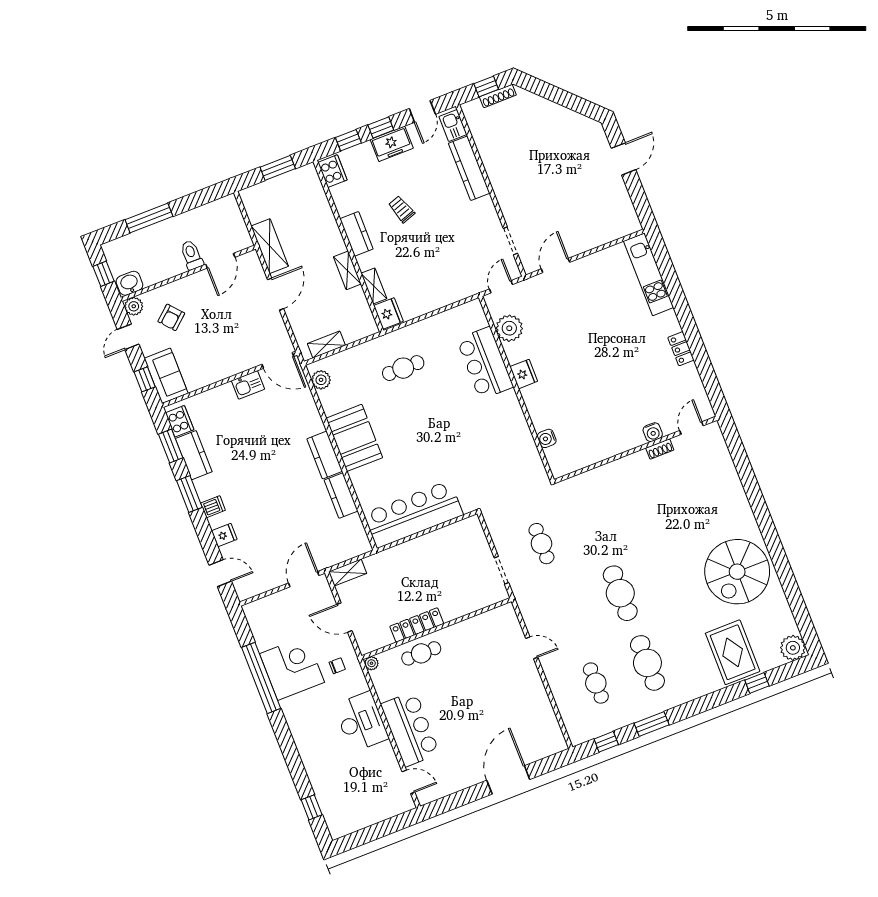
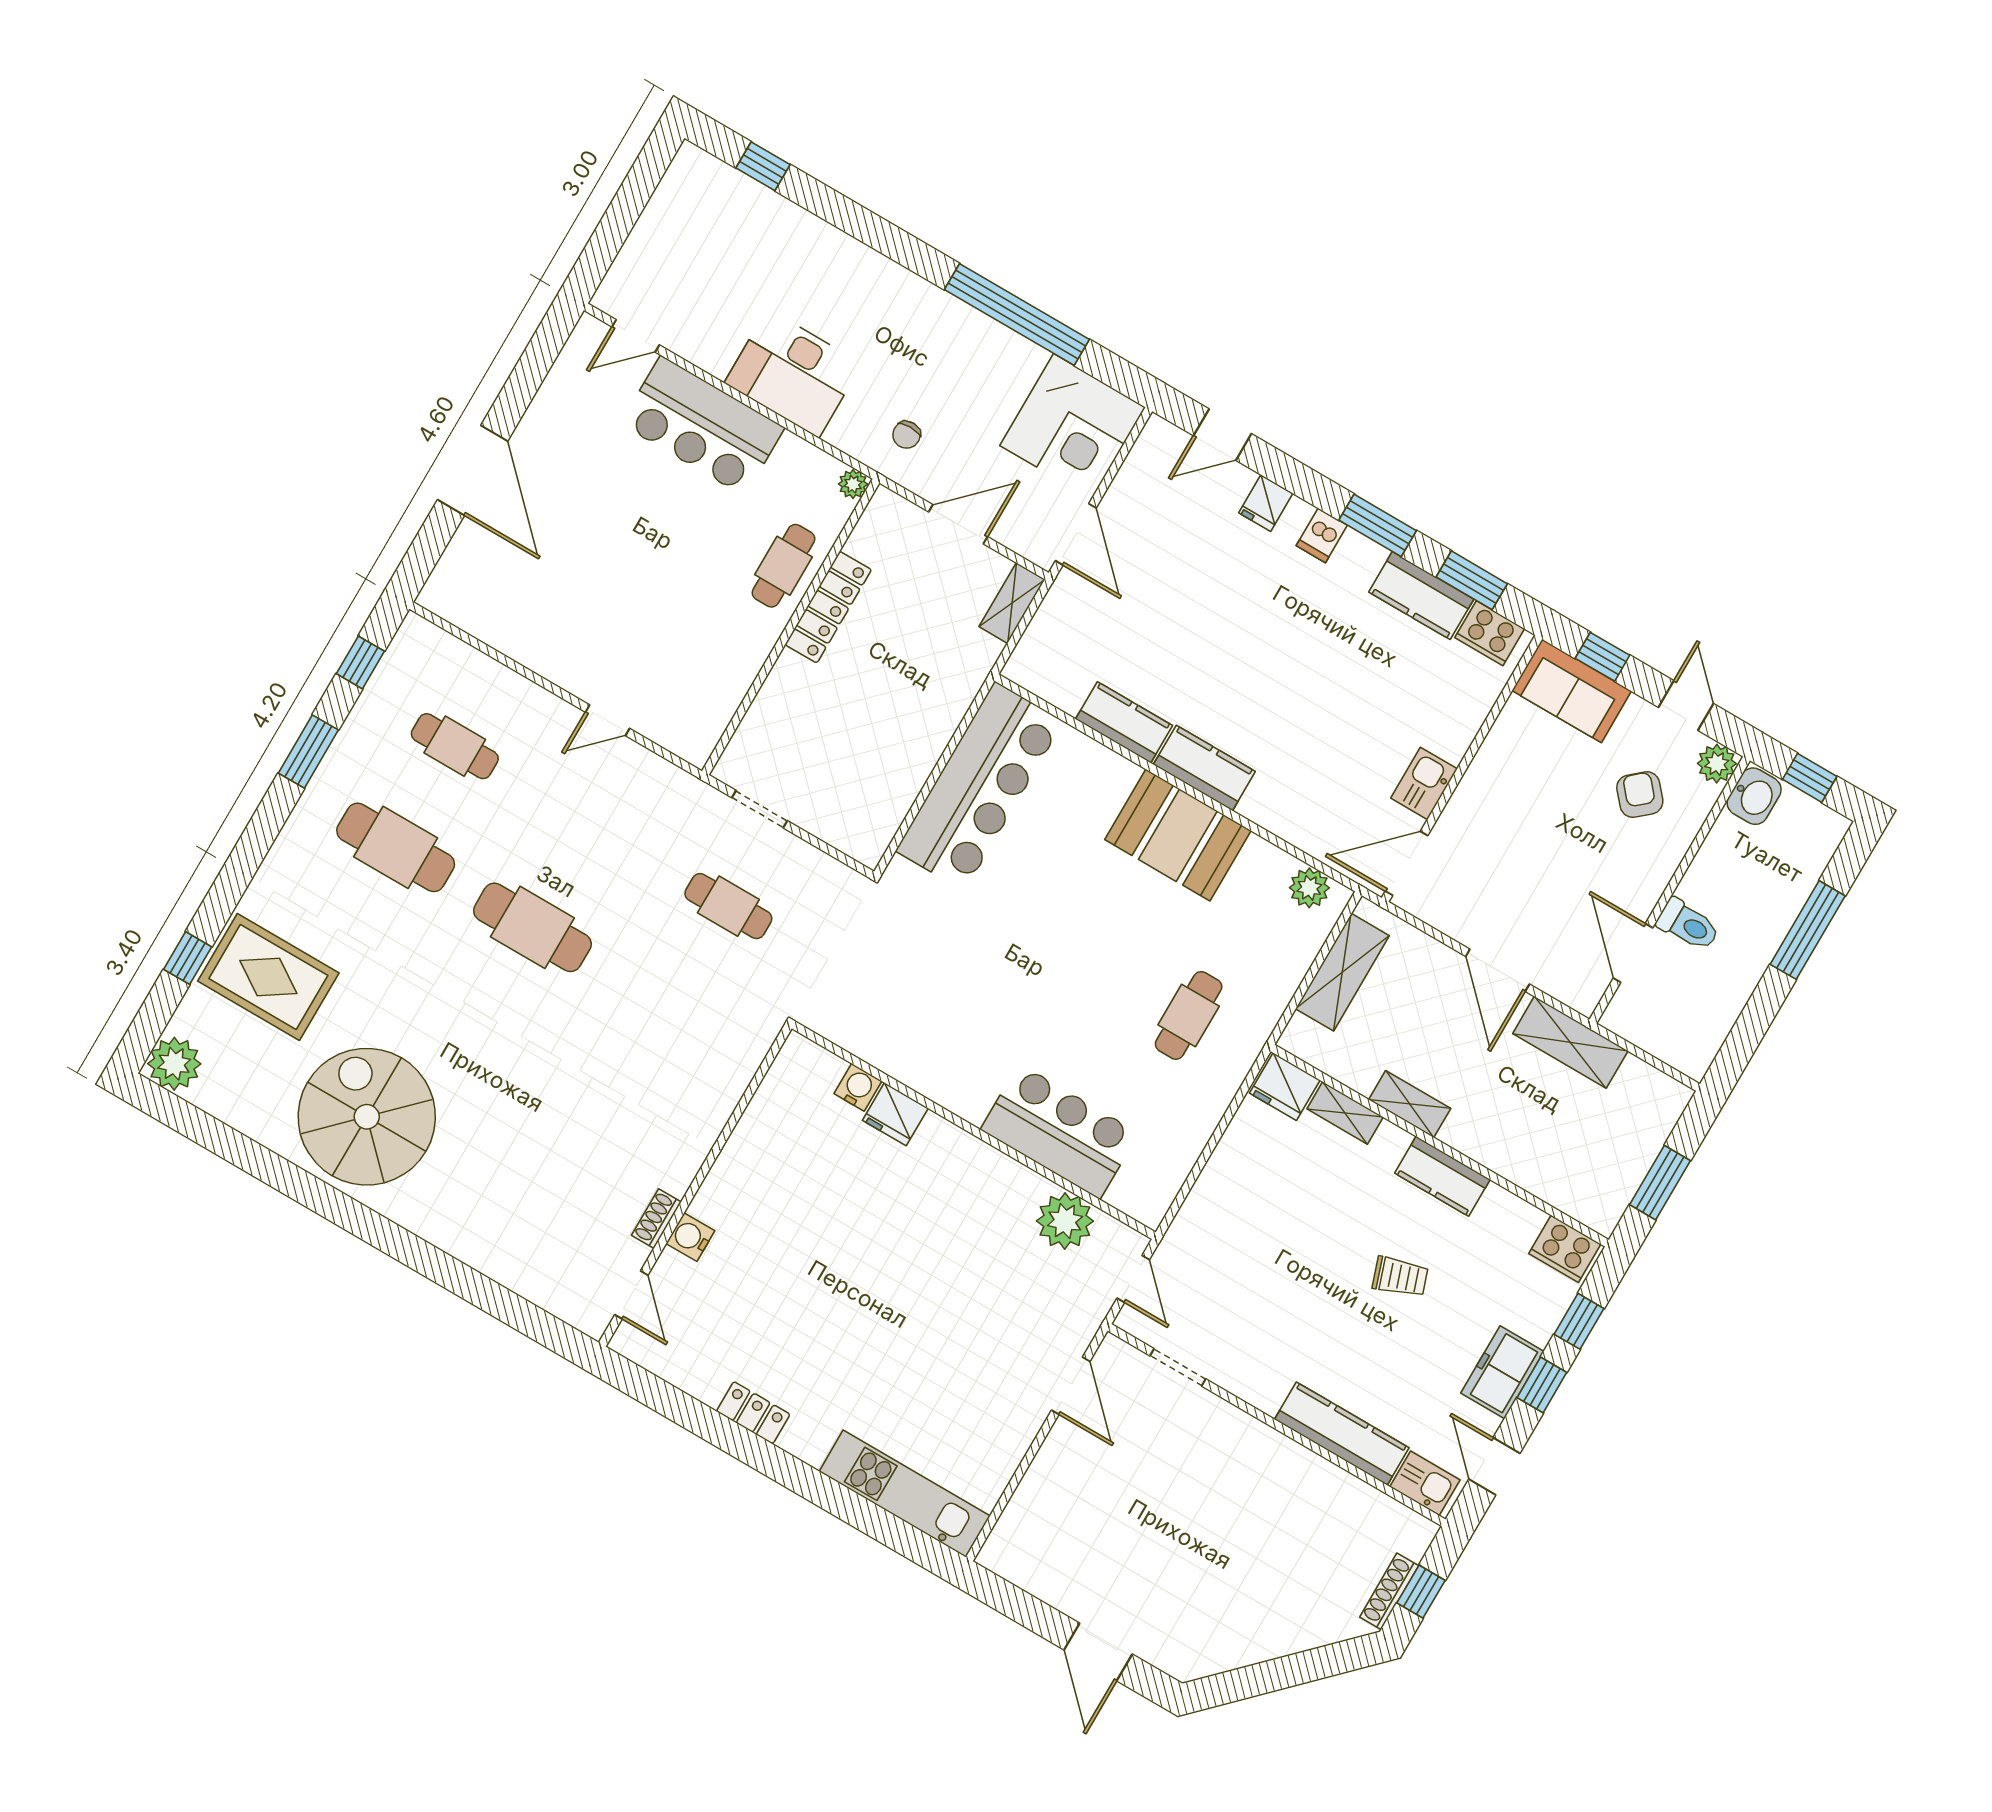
shelving: (326, 345) -> (1342, 972), width x1.50, depth x1.33
fridge: (524, 374) -> (895, 1114), moved
corner desk: (292, 668) -> (1073, 426), moved

